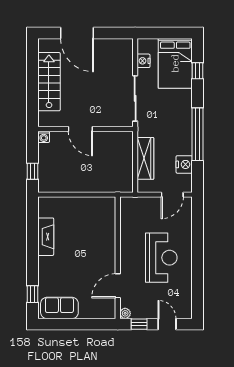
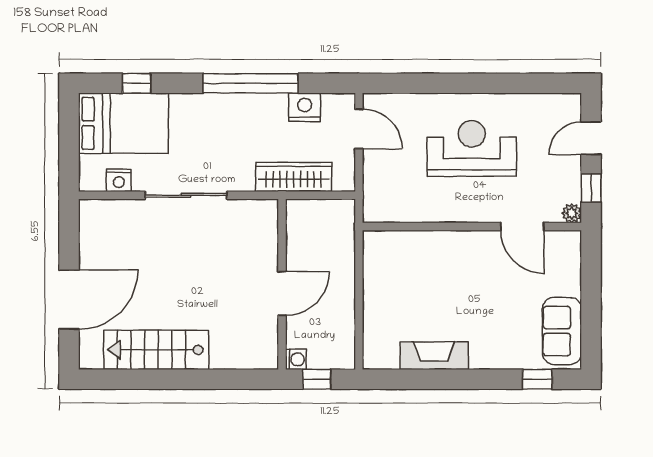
door: (80, 129) -> (282, 293), moved
wall: (86, 129) -> (282, 284), moved
washing machine: (44, 137) -> (296, 359), moved

